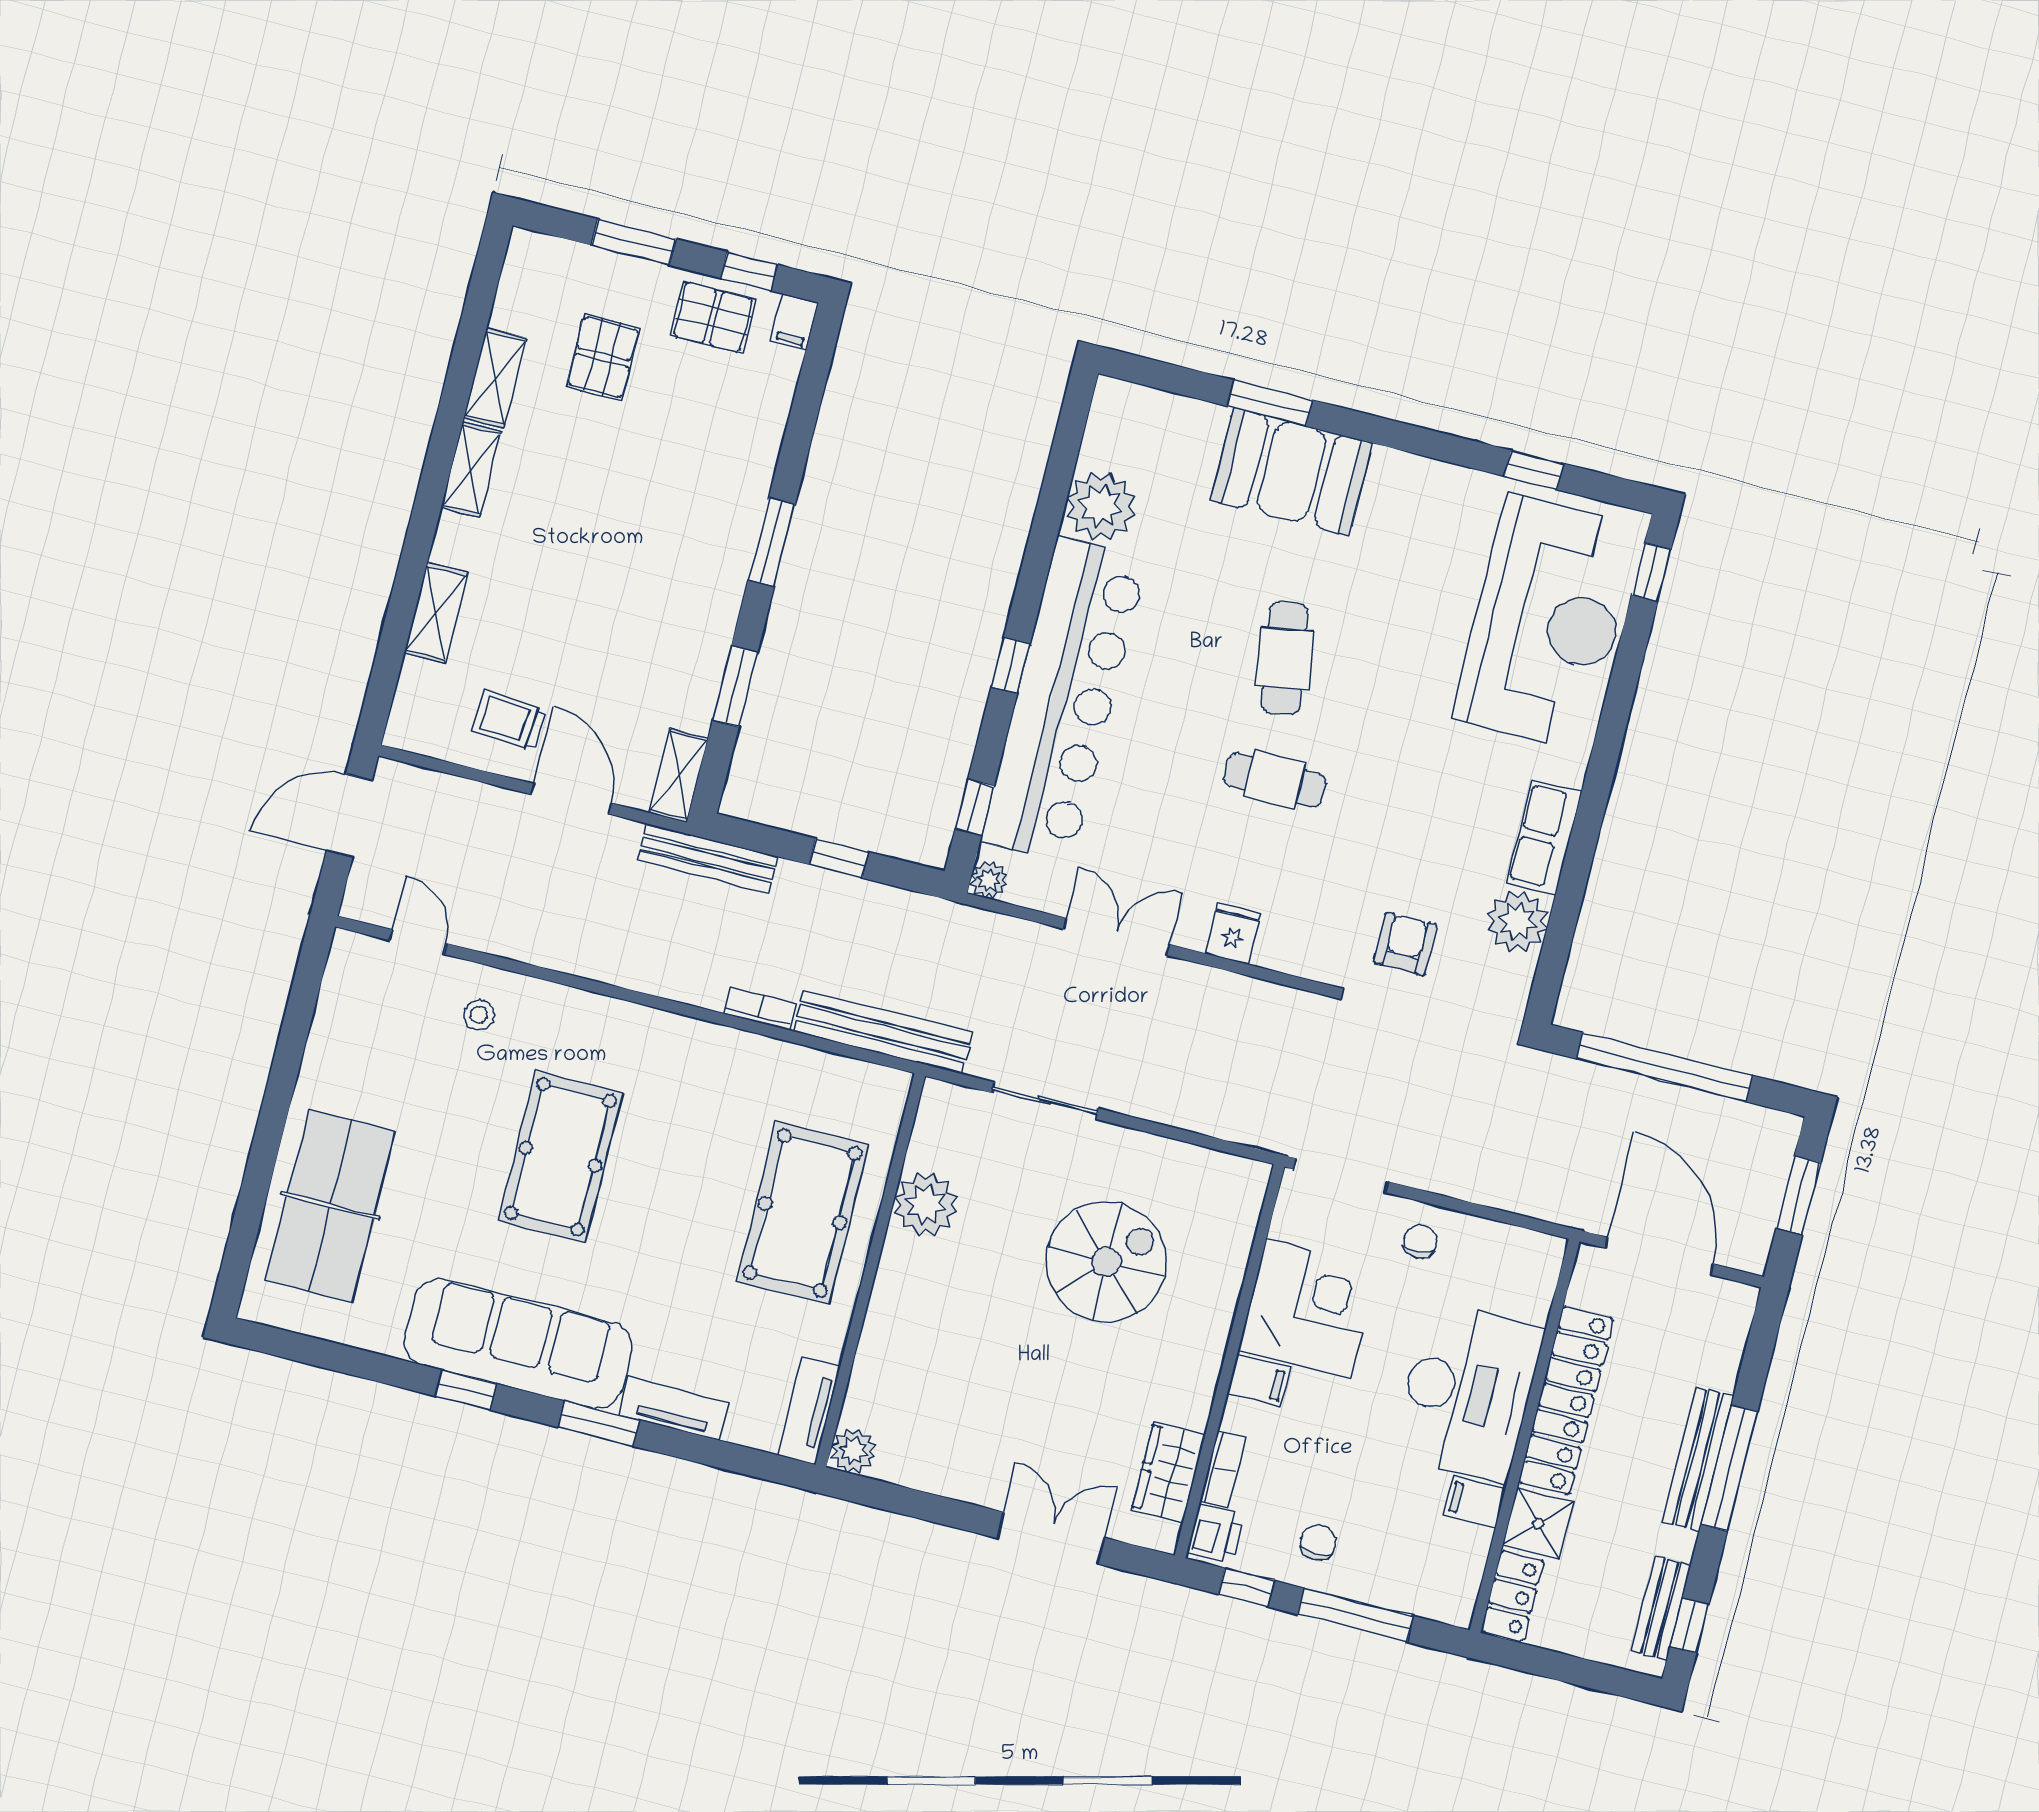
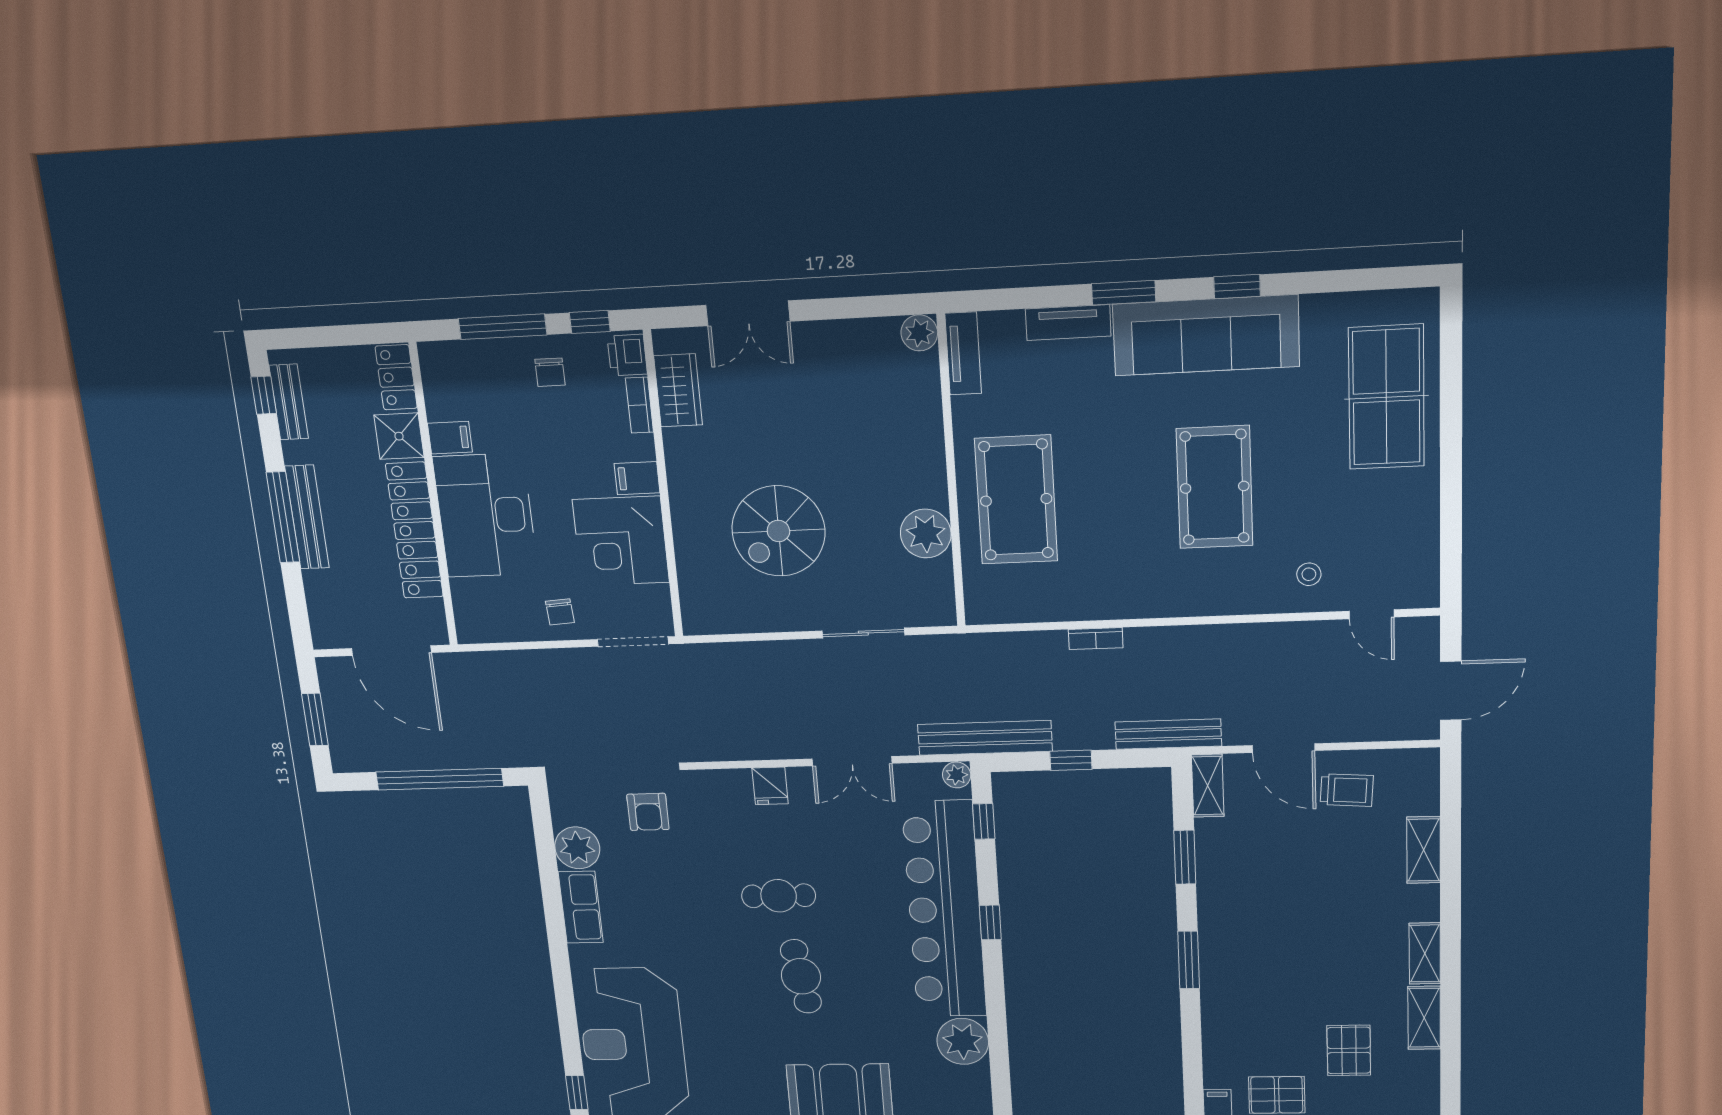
bench: (883, 1032) -> (985, 738), moved

